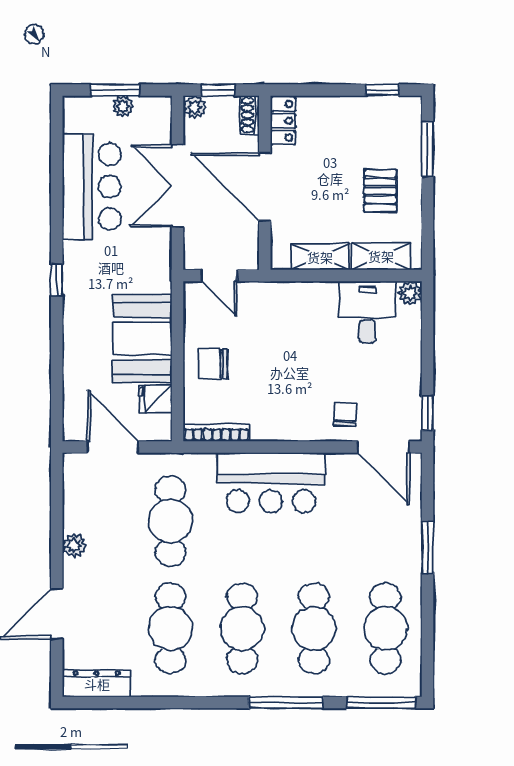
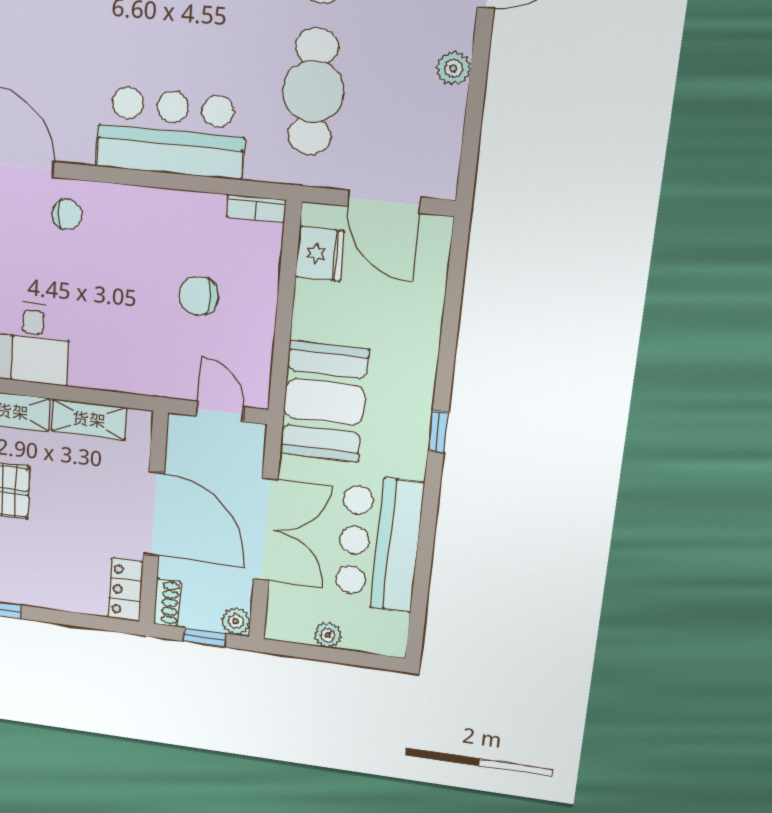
window: (115, 90) -> (336, 656), removed
booth: (142, 339) -> (324, 402), moved
chair: (213, 364) -> (198, 296), moved, turned 180
fridge: (155, 399) -> (320, 254), width x1.38
chair: (345, 414) -> (67, 214), turned -92
bookcase: (217, 433) -> (256, 209), width x0.64

